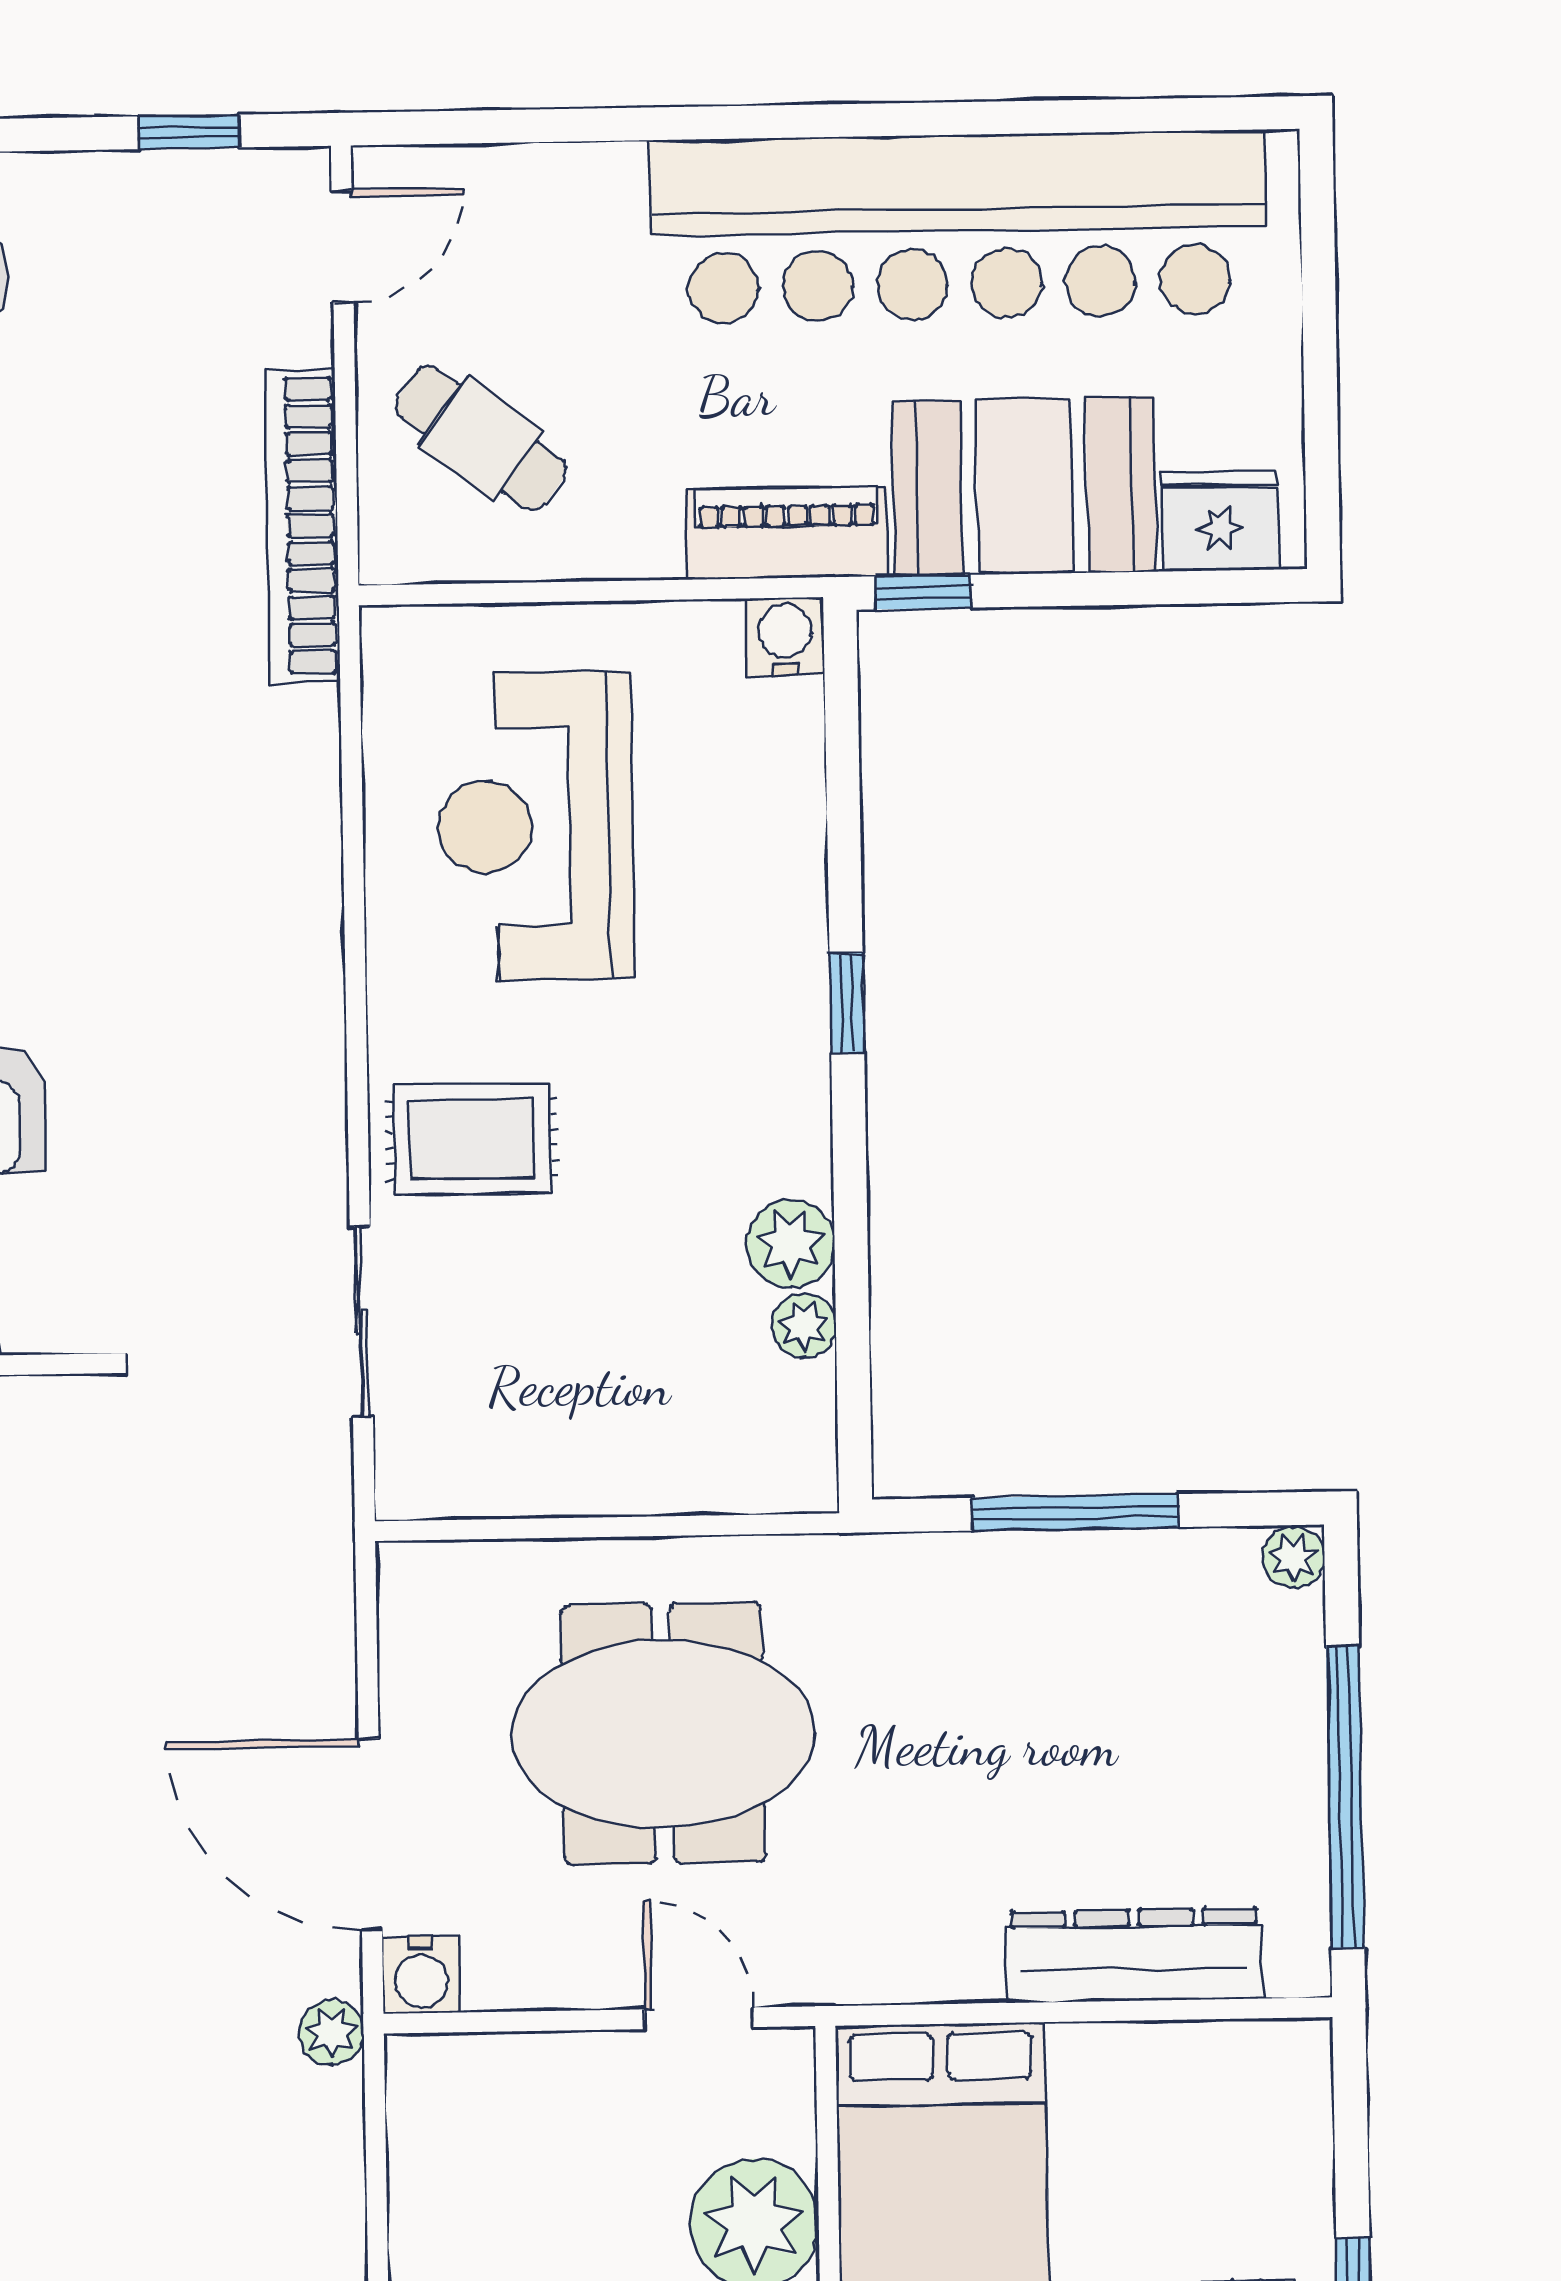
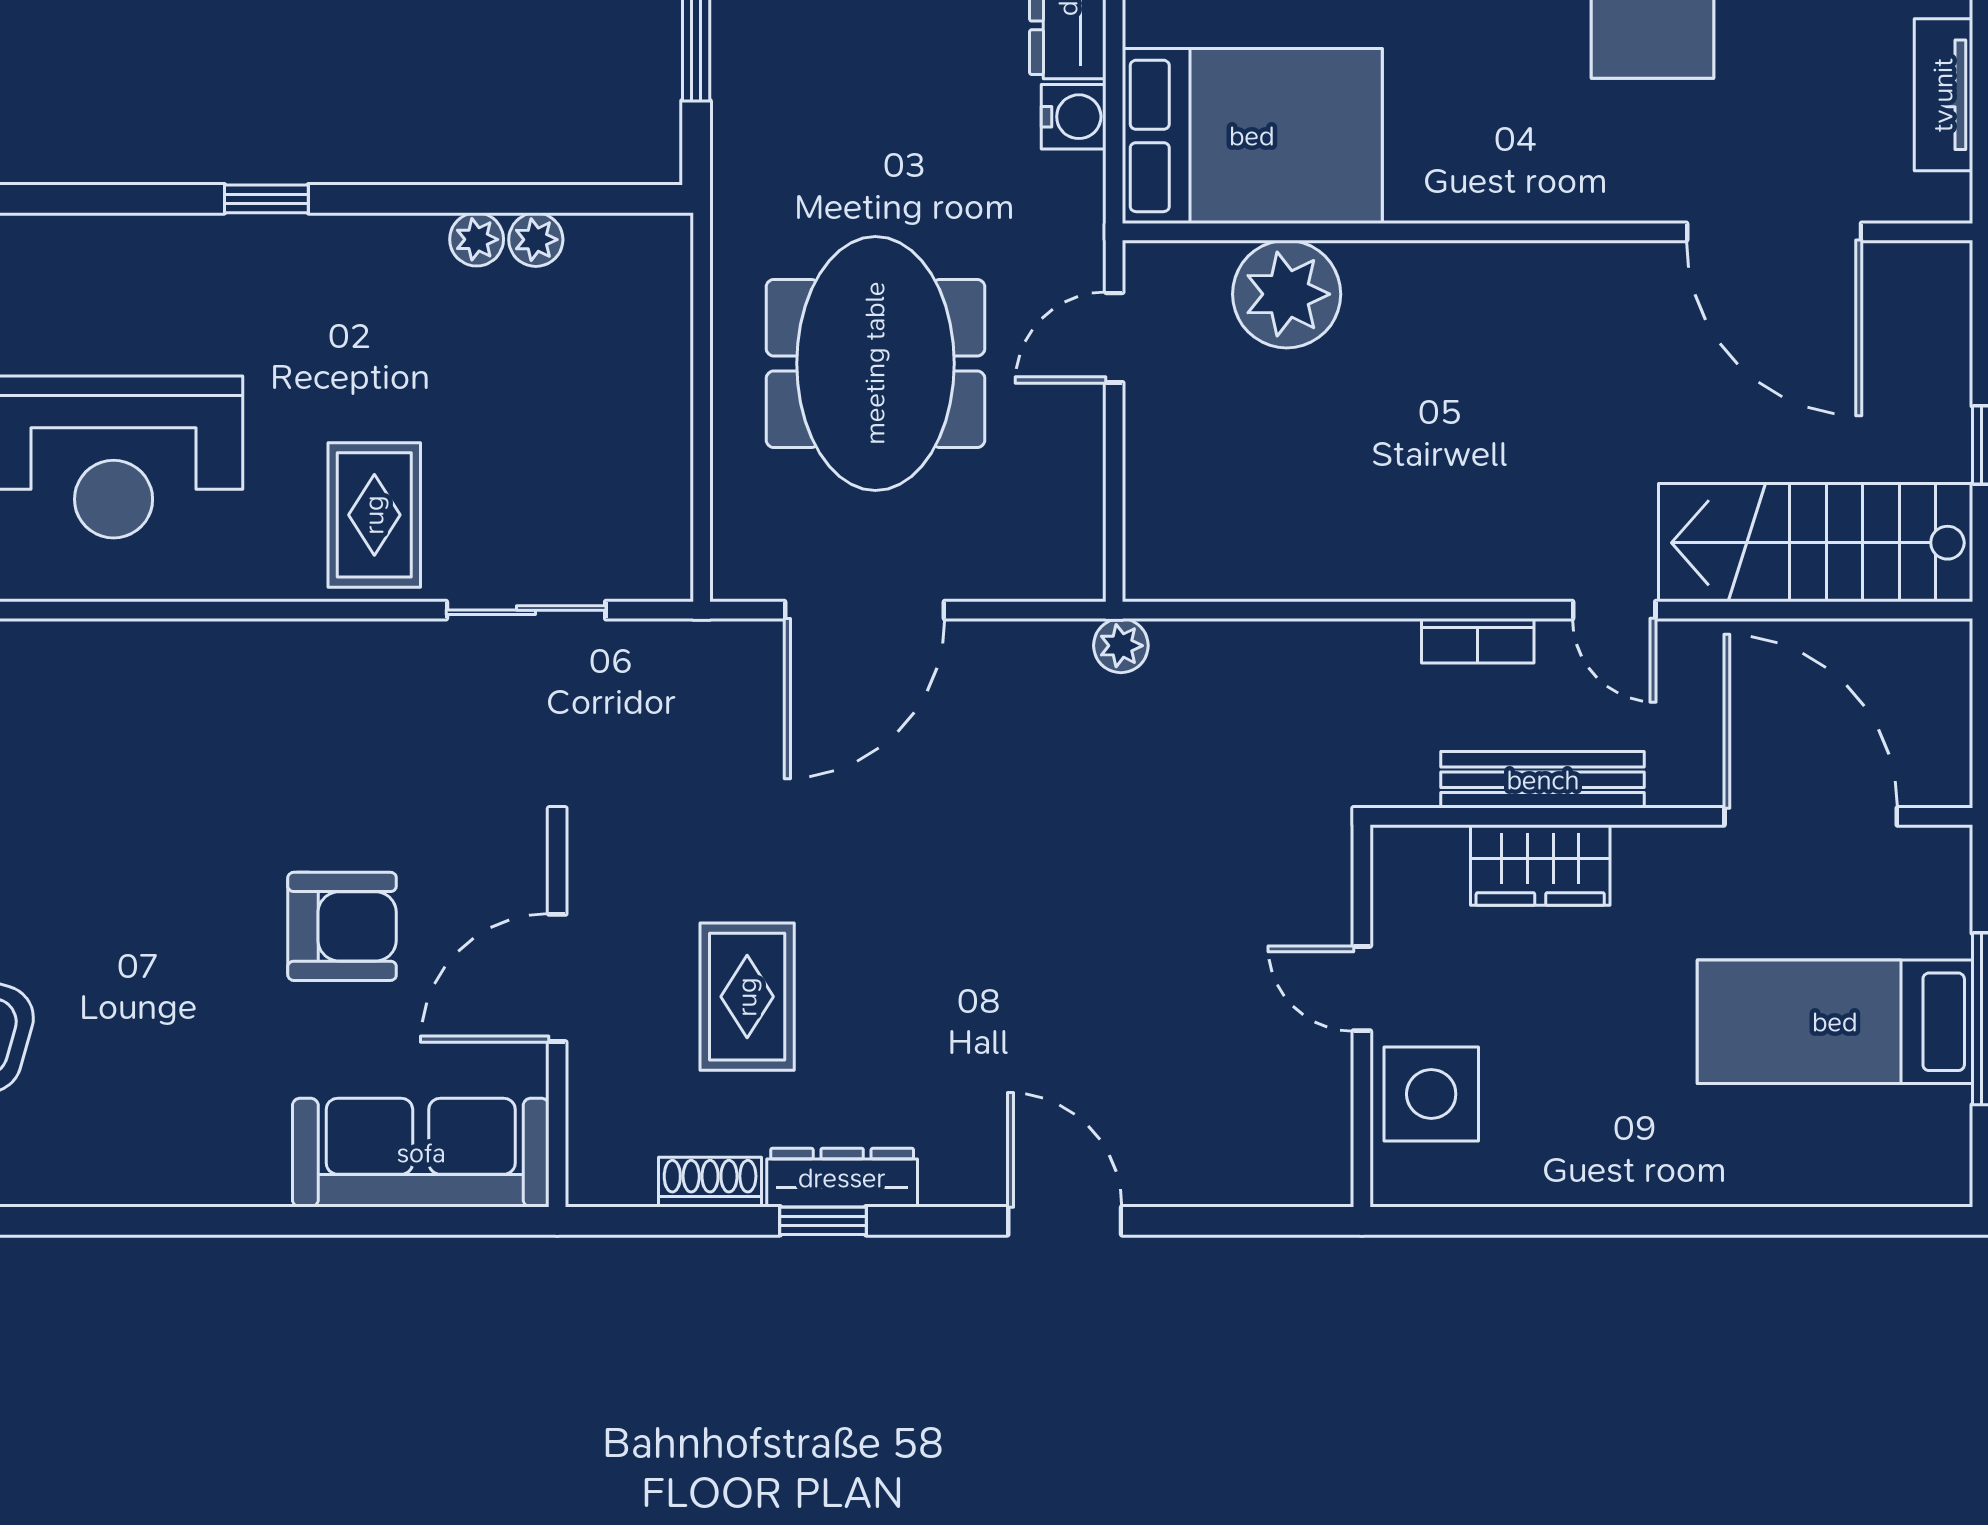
plant: (791, 1243) -> (477, 239), width x0.73, depth x0.73
door: (370, 1834) -> (864, 610), moved
water cooler: (421, 1975) -> (1074, 117), moved

